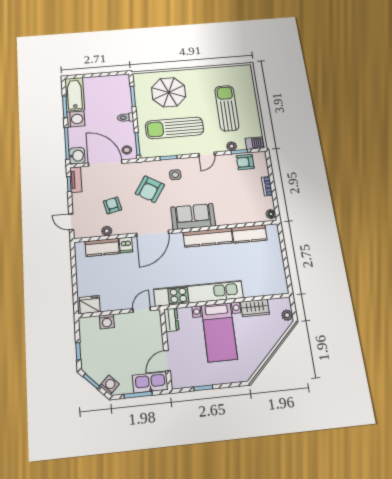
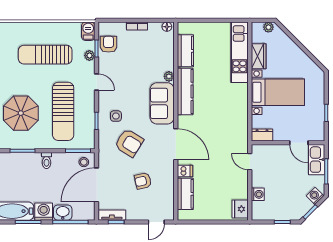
washbasin: (77, 156) -> (63, 213), moved
armchair: (245, 162) -> (108, 44), turned 180
plant: (107, 231) -> (169, 76), moved
kitchen unit: (198, 293) -> (239, 52), moved, width x0.73

